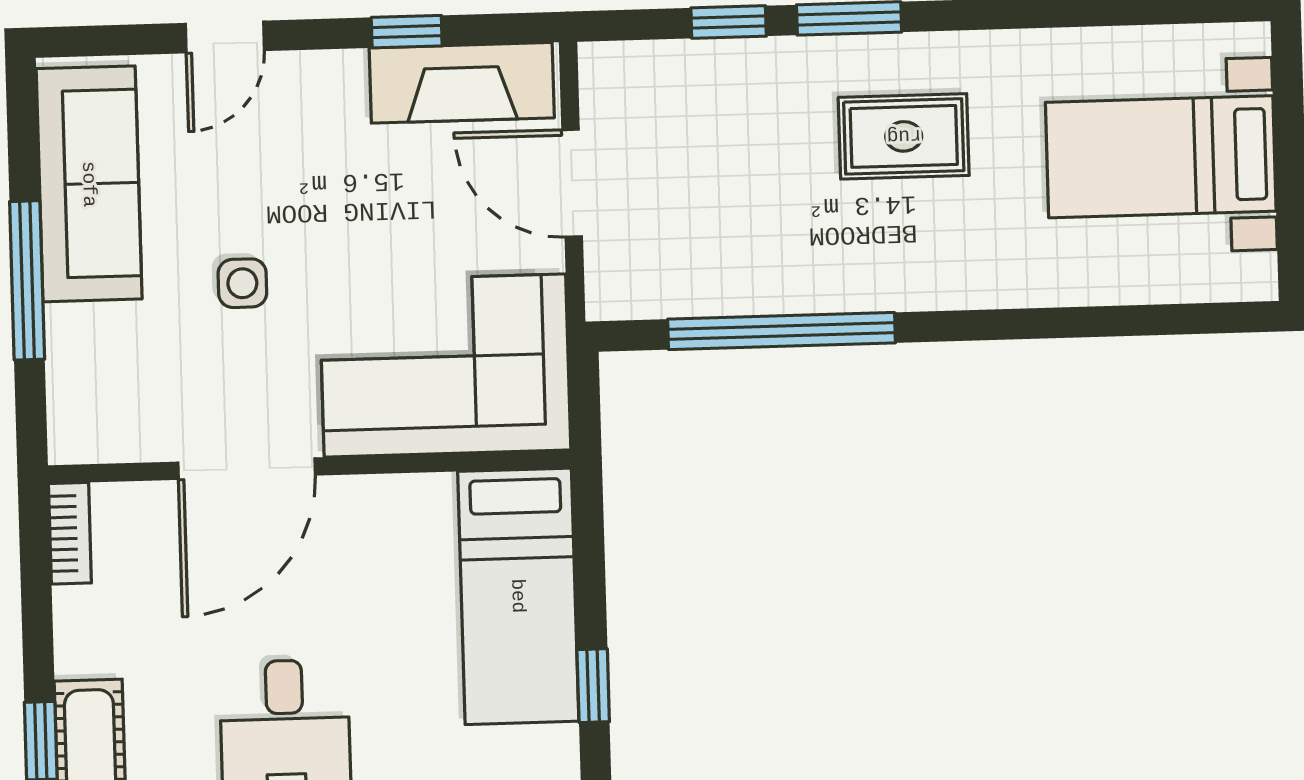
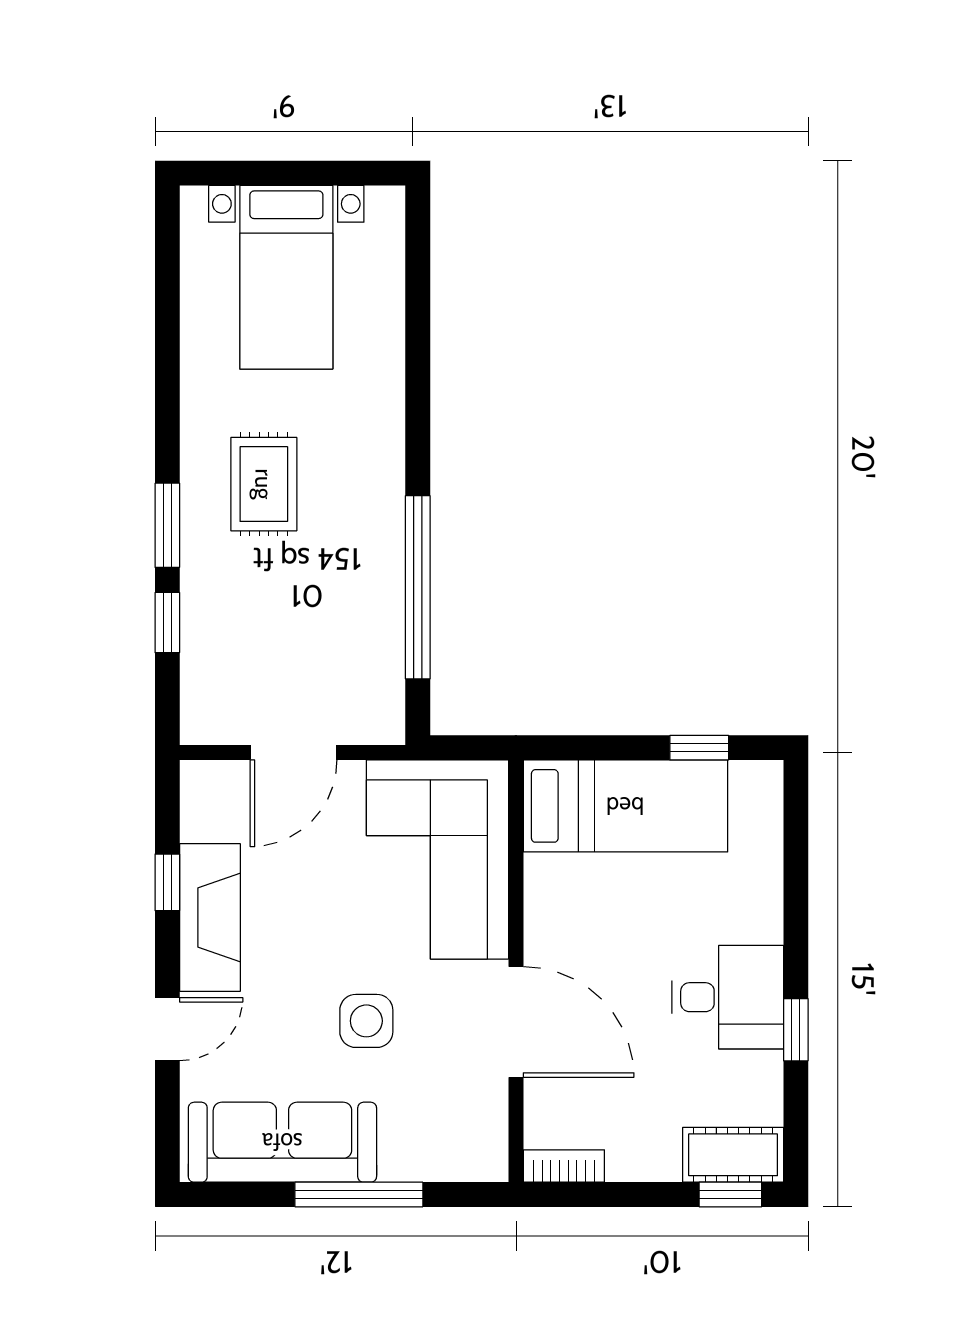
door: (225, 37) -> (167, 1029), hinge flipped
fireplace: (462, 83) -> (210, 917), moved
side table: (242, 283) -> (366, 1021), width x1.37, depth x1.37

